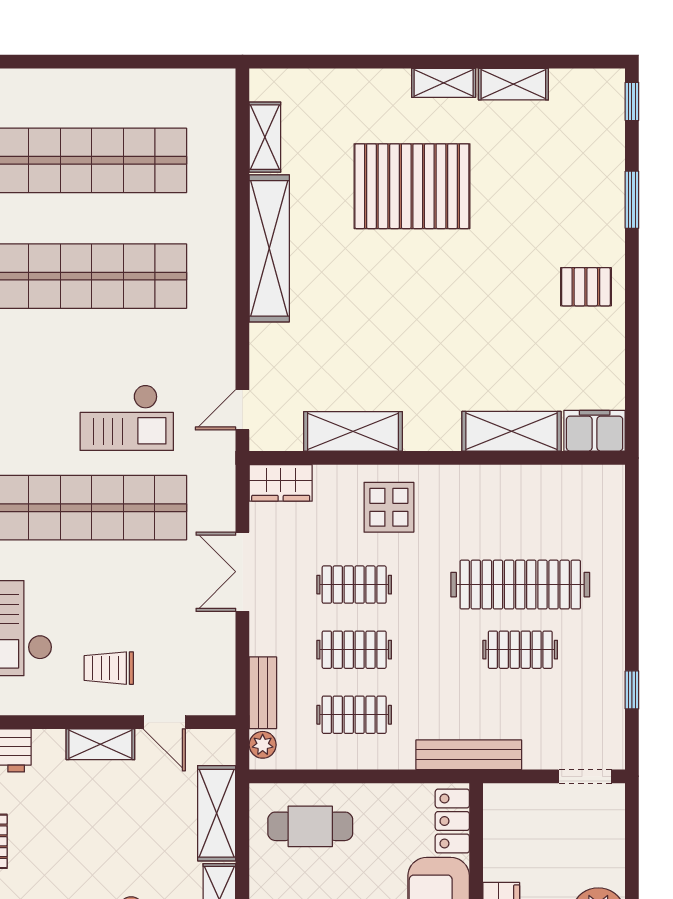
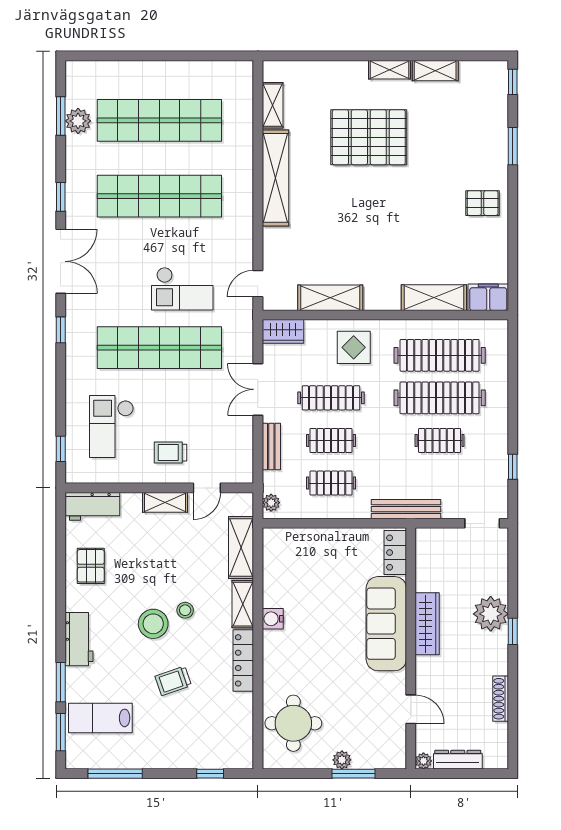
clothes rail: (520, 519) -> (440, 355), added
clothes rail: (354, 585) -> (331, 398), width x1.36
bench: (263, 693) -> (271, 446), moved
door: (164, 722) -> (207, 488), hinge flipped
cafe table: (310, 826) -> (302, 556), removed

